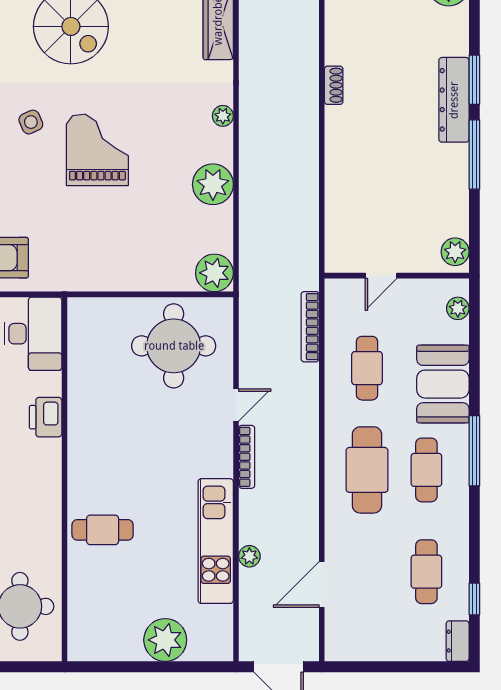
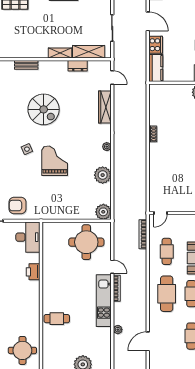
door: (381, 276) -> (160, 213), moved
door: (236, 405) -> (112, 267), hinge flipped
kitchen unit: (216, 541) -> (104, 301), moved

